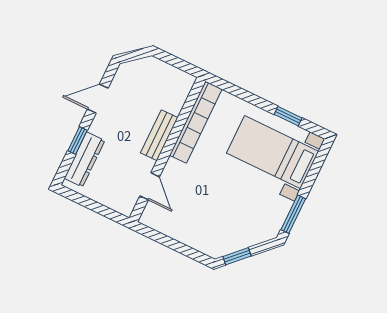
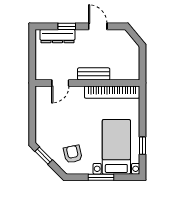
window: (293, 214) -> (101, 177), moved
armchair: (254, 216) -> (73, 154), added

